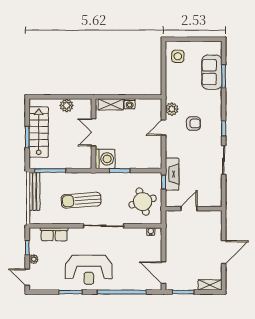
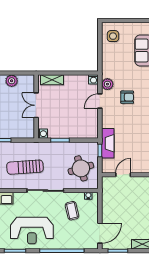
washing machine: (130, 104) -> (93, 79), moved
washing machine: (105, 159) -> (43, 134), width x0.53, depth x0.53
coffee table: (133, 248) -> (72, 211), added
door: (163, 273) -> (100, 233), swing flipped

